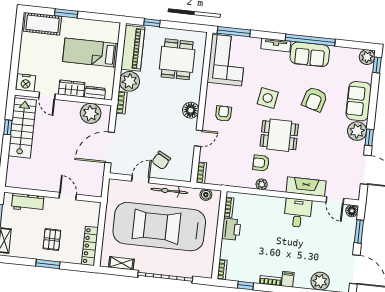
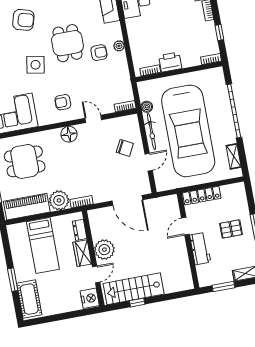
plant: (91, 113) -> (104, 250), moved
armchair: (261, 163) -> (99, 53), turned -90
door: (140, 179) -> (149, 162), swing flipped
boiler: (206, 195) -> (147, 107), moved
workbench: (28, 202) -> (200, 249), moved
locker: (90, 246) -> (202, 196), moved

